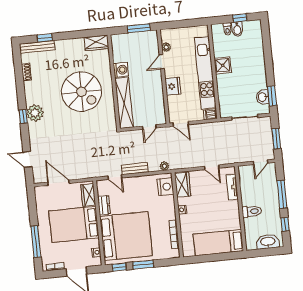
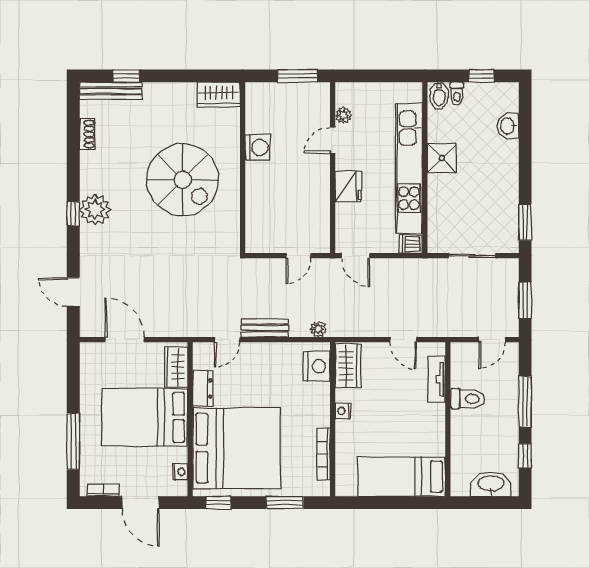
bidet: (237, 29) -> (439, 96), moved
washbasin: (263, 97) -> (508, 126), moved
shelving: (124, 103) -> (258, 208), removed
door: (115, 177) -> (227, 340), hinge flipped
toilet: (252, 211) -> (468, 399), moved
window: (143, 265) -> (285, 503), moved

